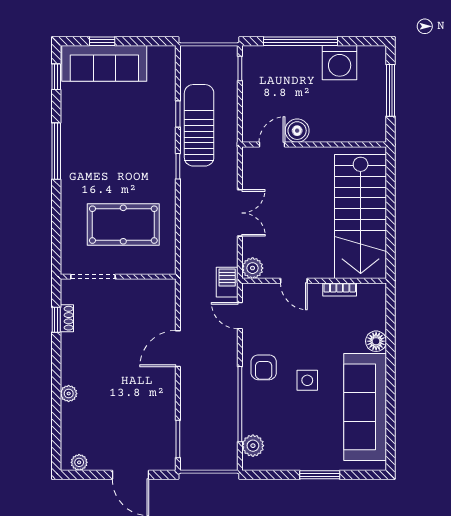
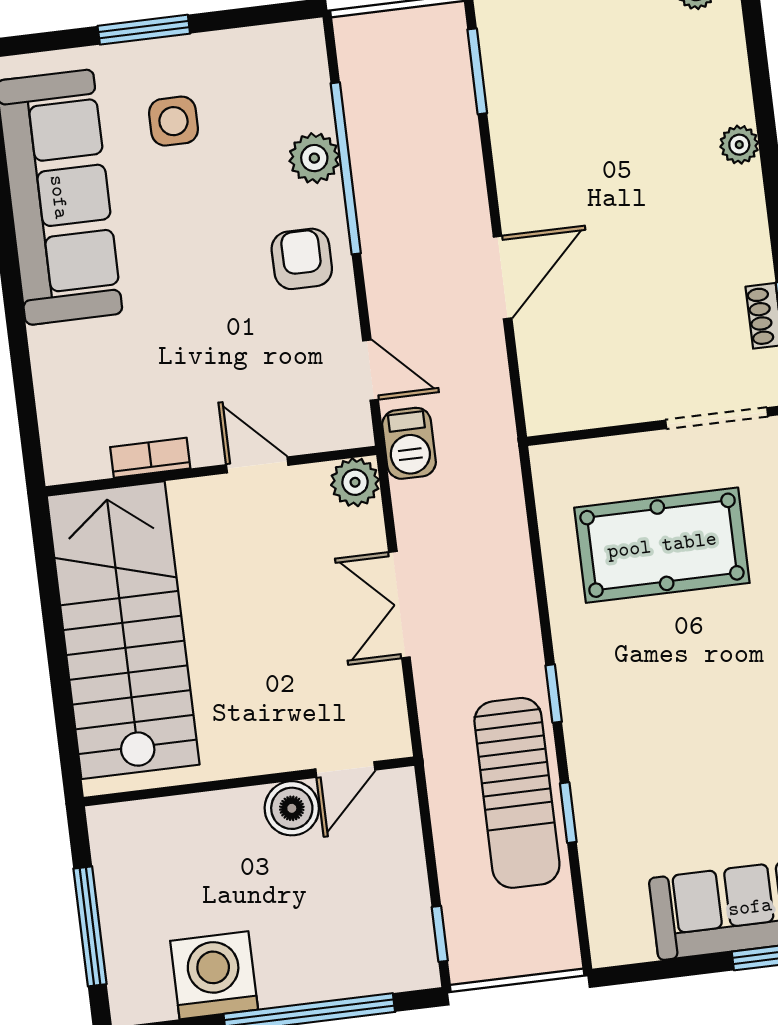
floor lamp: (376, 341) -> (53, 350), removed
side table: (307, 380) -> (173, 121), moved
plant: (253, 446) -> (314, 158), moved

